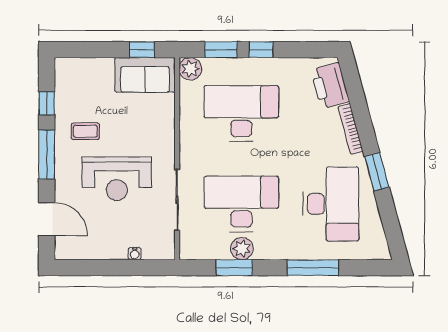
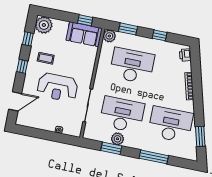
window: (261, 50) -> (160, 35), moved
plant: (70, 73) -> (44, 25), added
printer: (330, 86) -> (185, 55), width x0.53, depth x0.68
window: (47, 154) -> (22, 66), width x0.46
window: (377, 172) -> (200, 136), moved
desk: (331, 204) -> (170, 124), turned -90
door: (47, 219) -> (15, 101), hinge flipped

